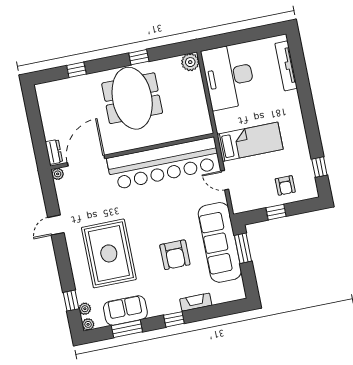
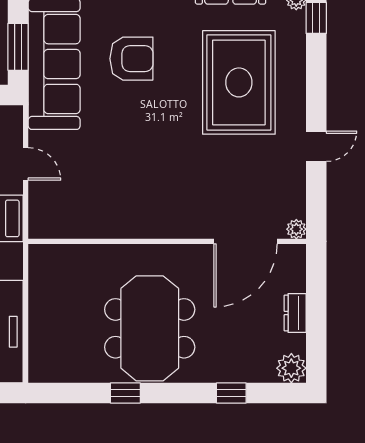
plant: (190, 62) -> (291, 368), moved
dresser: (54, 152) -> (295, 313), moved
bar counter: (164, 163) -> (120, 212), removed
armchair: (175, 255) -> (131, 59), turned 90

